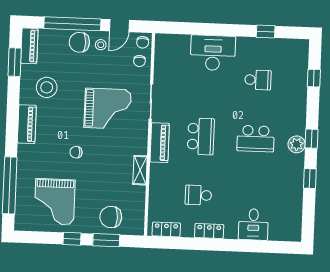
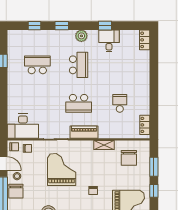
desk: (213, 53) -> (23, 126), moved, turned -90
school desk: (258, 80) -> (37, 65), width x1.85
school desk: (201, 136) -> (79, 103), turned 180
window: (311, 139) -> (62, 26), moved
school desk: (198, 195) -> (120, 103), turned 180
chair: (111, 217) -> (129, 158), moved
desk: (253, 224) -> (109, 41), moved, turned -90
locker: (209, 231) -> (145, 40), moved

